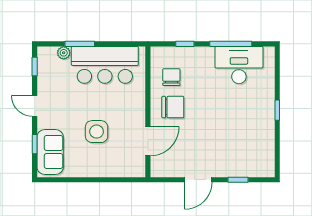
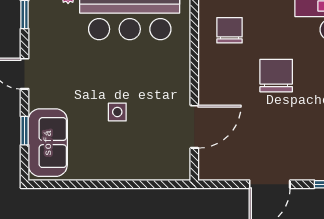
chair: (173, 107) -> (276, 76), moved, turned -90
side table: (97, 132) -> (117, 112), width x0.54, depth x0.54

